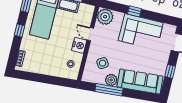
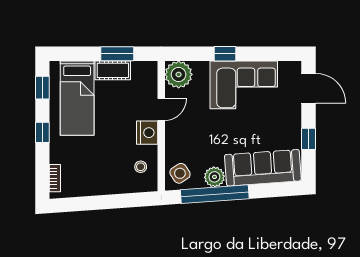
door: (90, 34) -> (161, 109), swing flipped
side table: (103, 63) -> (180, 173), moved
window: (109, 90) -> (215, 194), width x1.46

